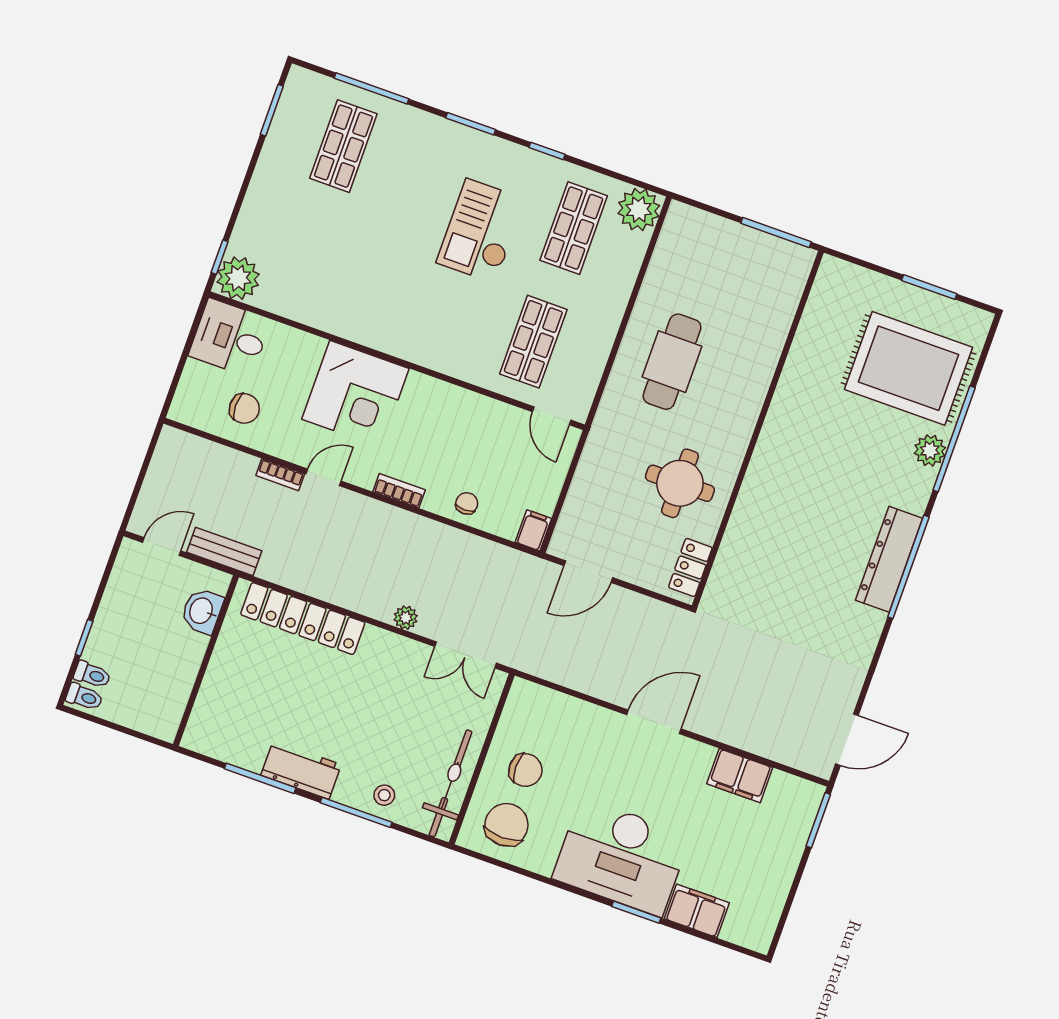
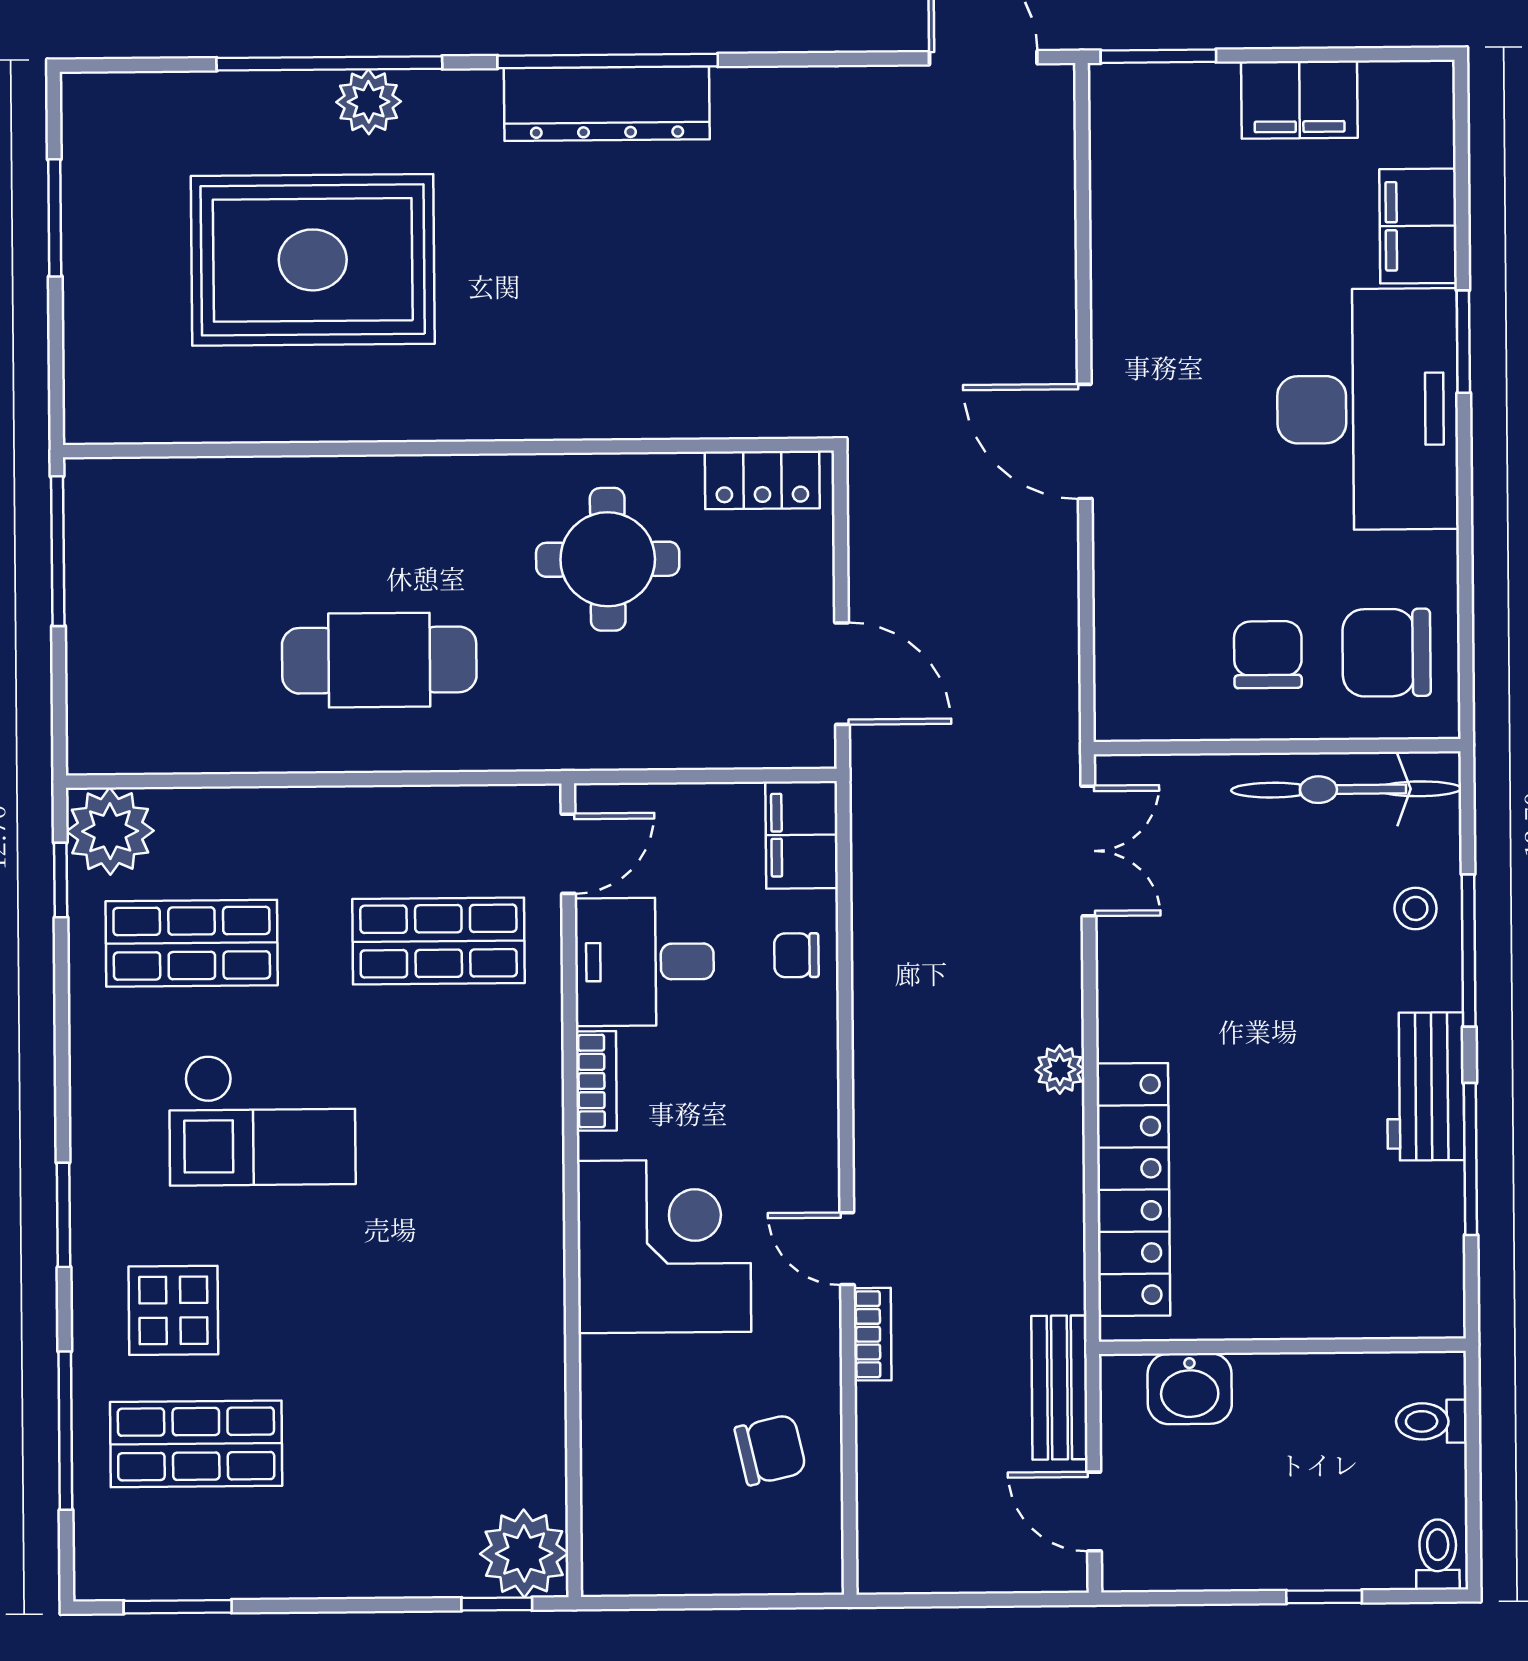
window: (547, 151) -> (61, 880), moved
display table: (408, 158) -> (173, 1310), added
desk: (230, 338) -> (644, 962), moved, turned 90
rug: (909, 368) -> (313, 260), moved, turned 90
chair: (244, 409) -> (770, 1450), turned 77
bookcase: (399, 491) -> (596, 1081), moved, turned 180
filing cabinet: (533, 530) -> (802, 835), width x2.00
plant: (406, 618) -> (1060, 1070), moved
toilet: (92, 675) -> (1431, 1421), moved, turned -90
filing cabinet: (740, 776) -> (1299, 100), moved, turned 90

